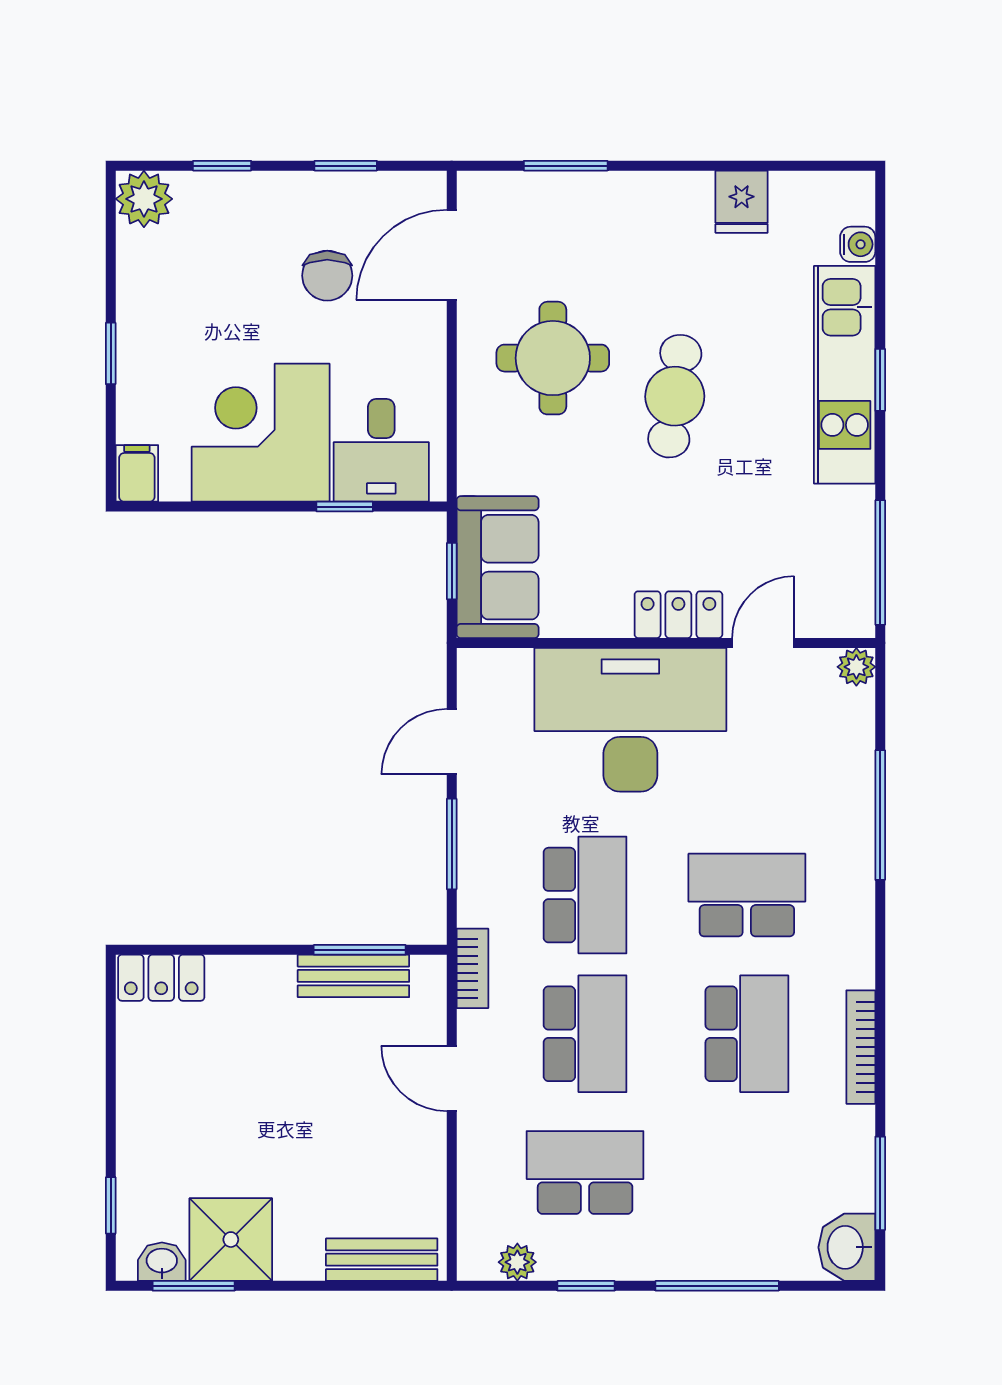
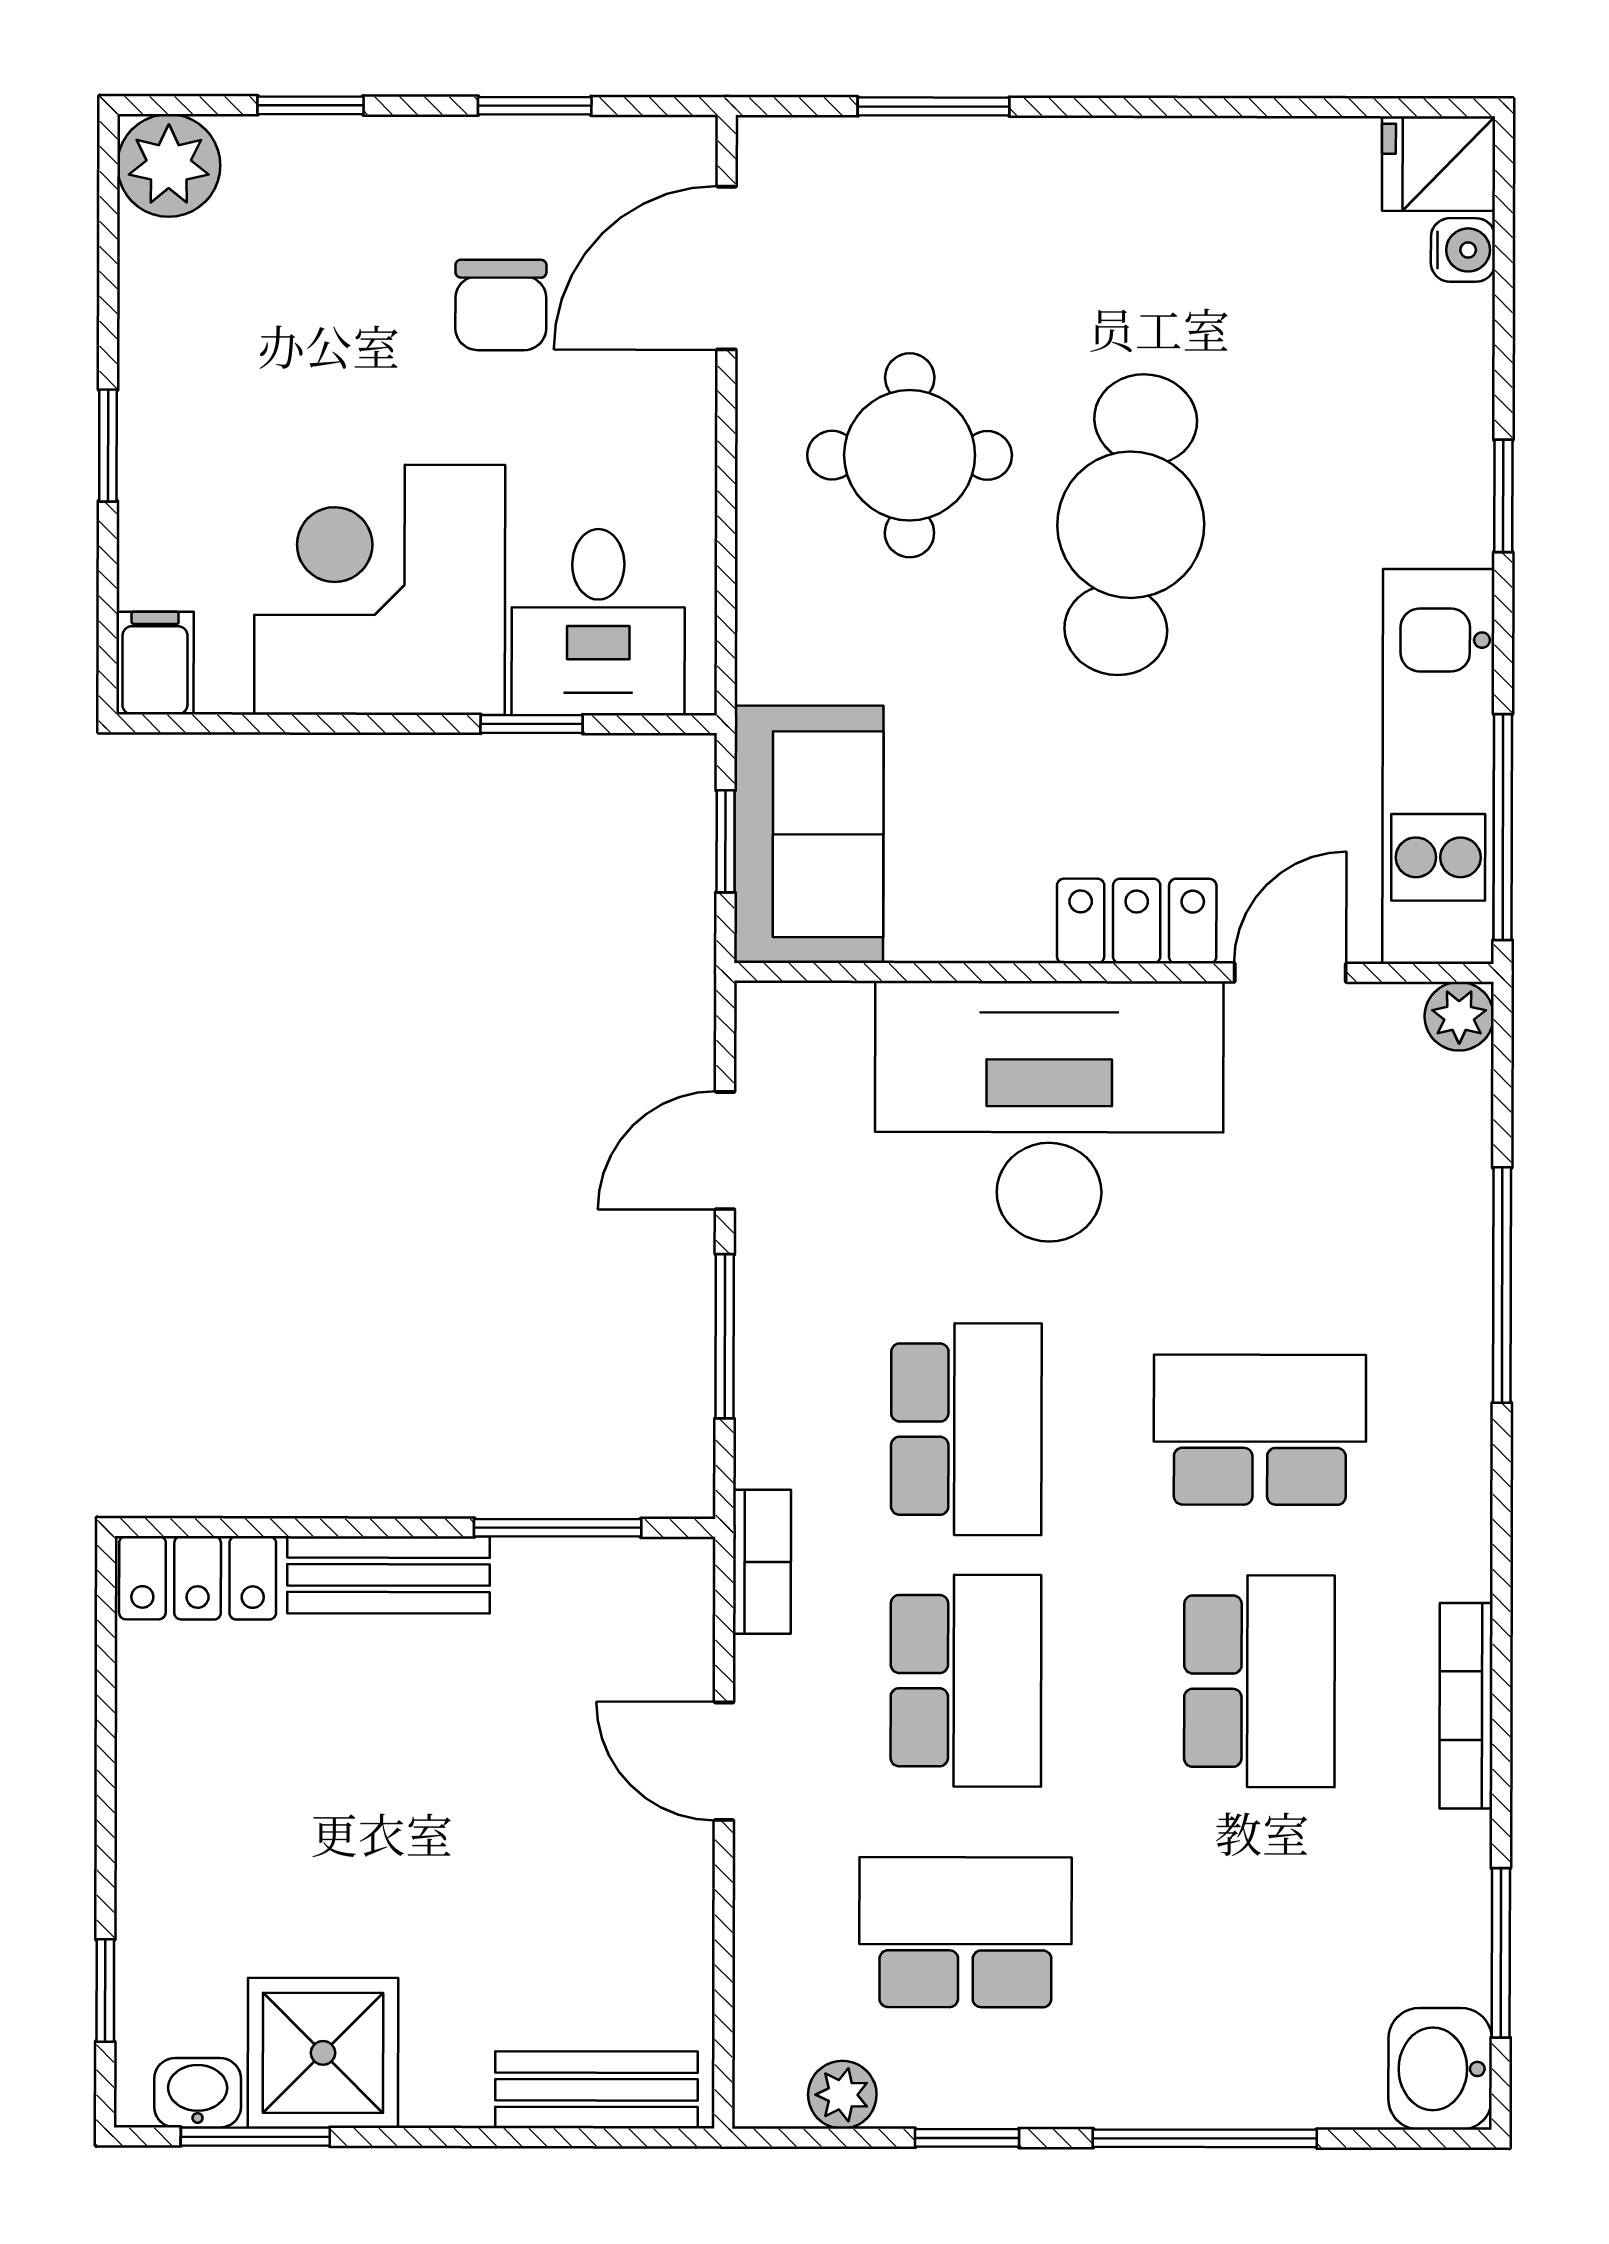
fridge: (742, 202) -> (1439, 164), moved, turned 90
kitchen unit: (845, 375) -> (1438, 766), moved
cafe table: (675, 396) -> (1131, 525), width x1.37, depth x1.35
bench: (353, 976) -> (389, 1575), moved

